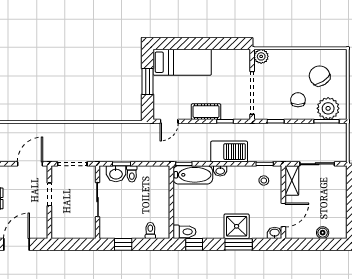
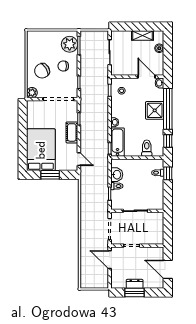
bed: (182, 62) -> (41, 150), width x1.50
chair: (320, 76) -> (42, 71), moved
barbecue: (229, 152) -> (101, 116), removed
washbasin: (116, 174) -> (117, 175), moved
shelving: (292, 180) -> (143, 36), moved
toilet: (184, 232) -> (147, 148), moved
window: (123, 244) -> (168, 173), moved
window: (239, 244) -> (168, 109), width x2.11

